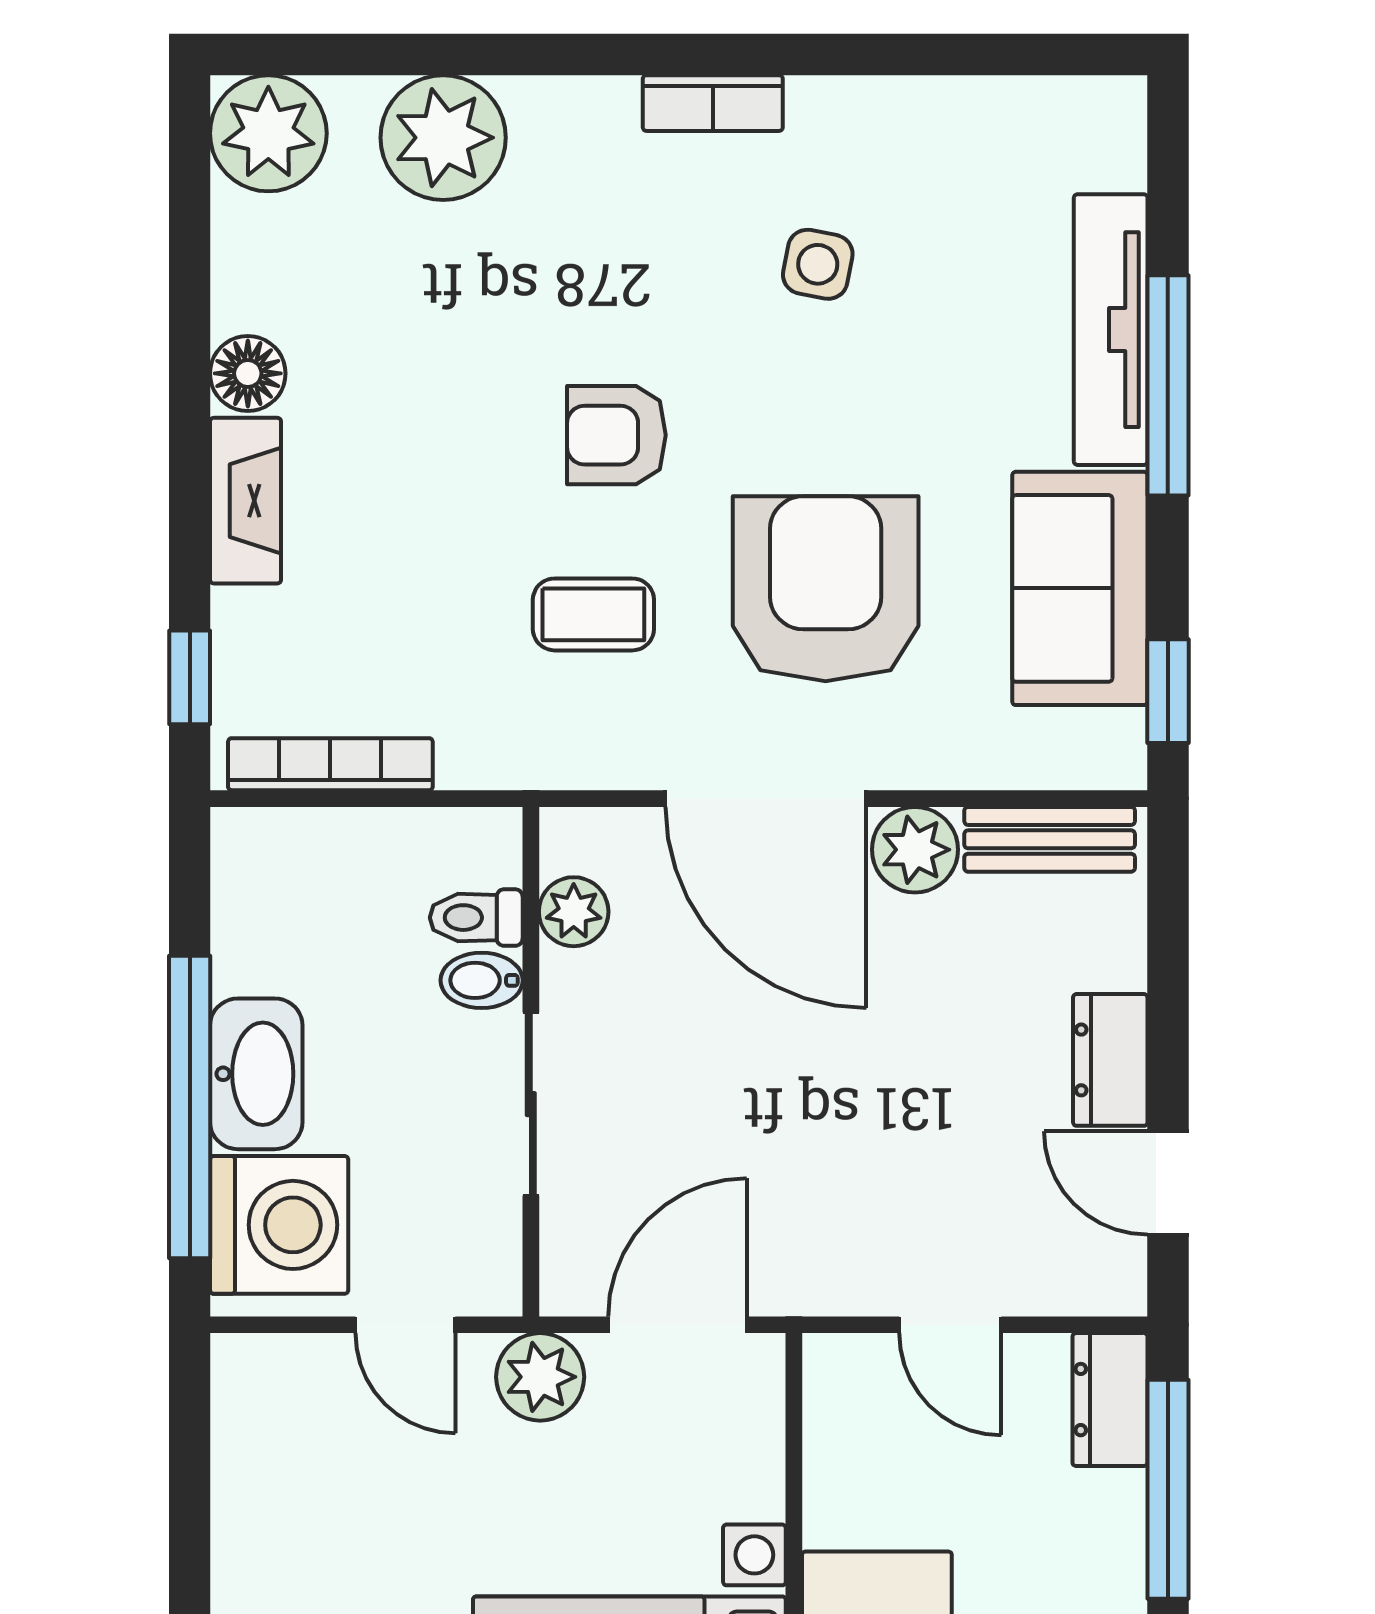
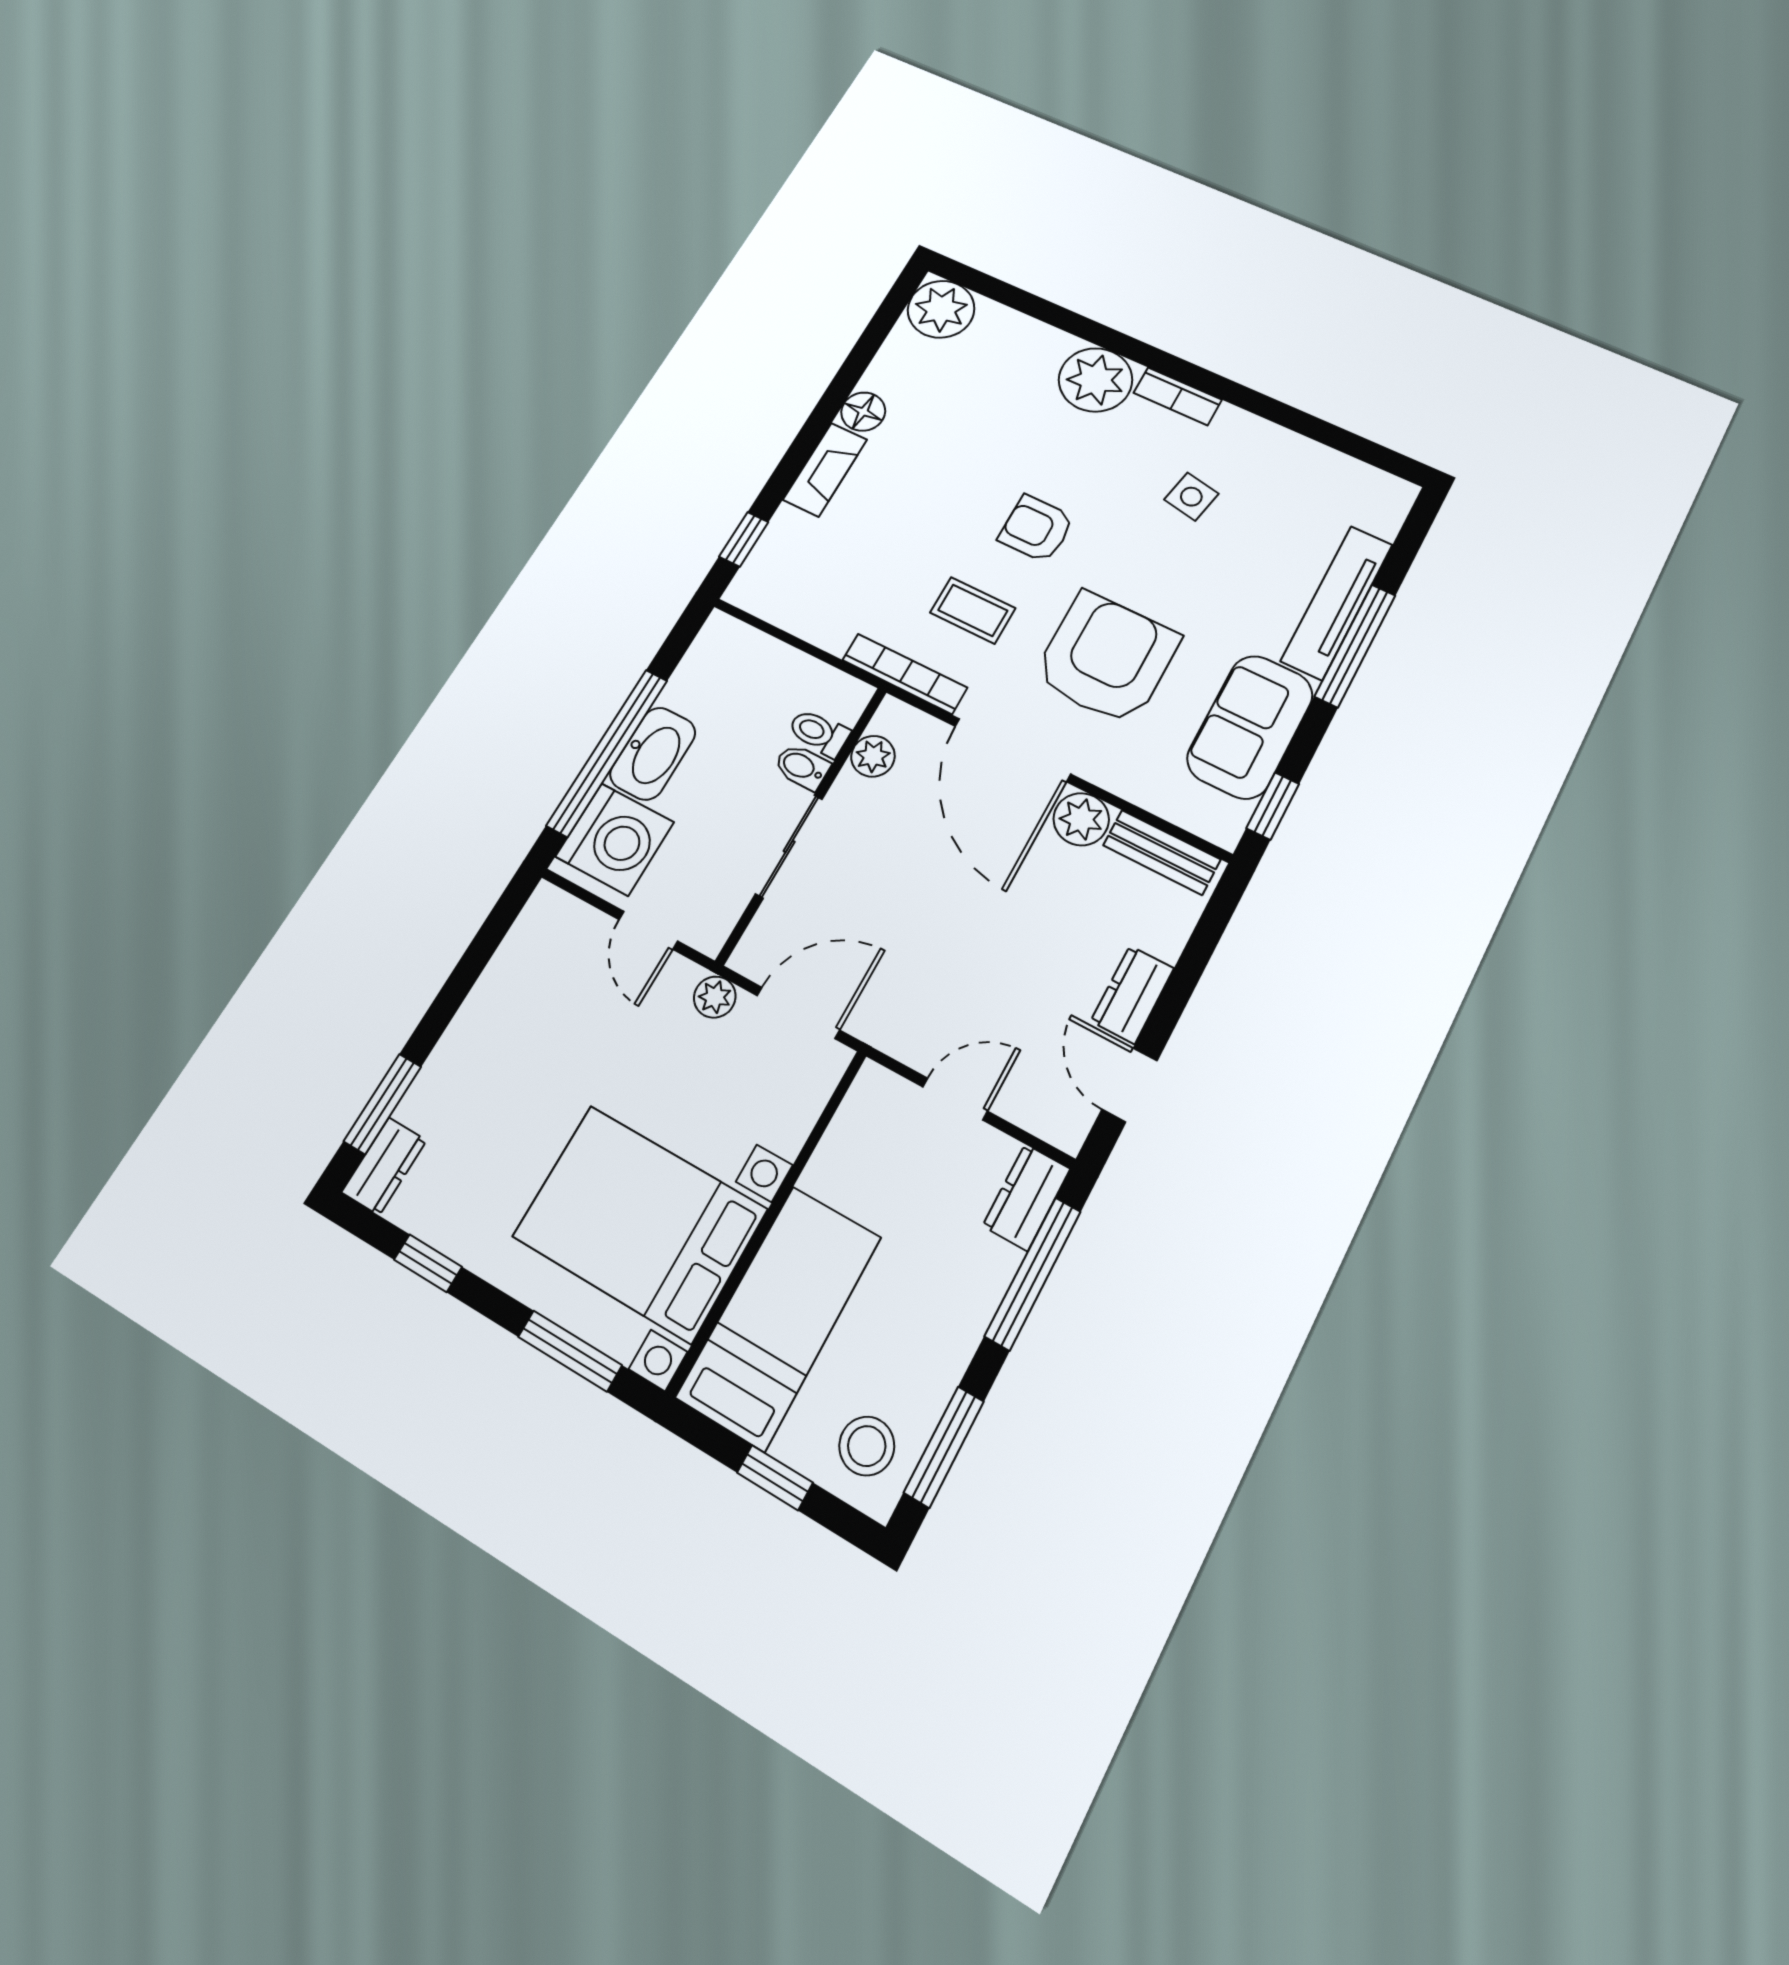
plant: (443, 138) -> (1095, 380), moved
bookcase: (330, 764) -> (905, 674), moved
door: (950, 1325) -> (955, 1099), swing flipped
plant: (540, 1377) -> (715, 997), width x0.73, depth x0.73

